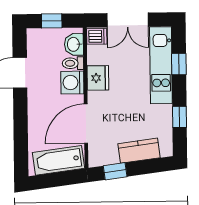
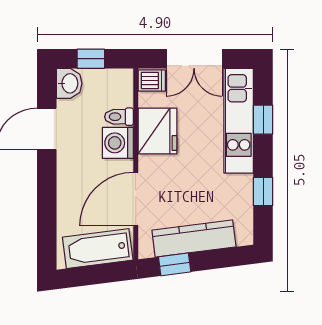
washbasin: (74, 44) -> (69, 83), moved, turned 180
fridge: (98, 78) -> (158, 131), width x1.36, depth x1.34
kitchen counter: (139, 151) -> (194, 238), width x1.50

